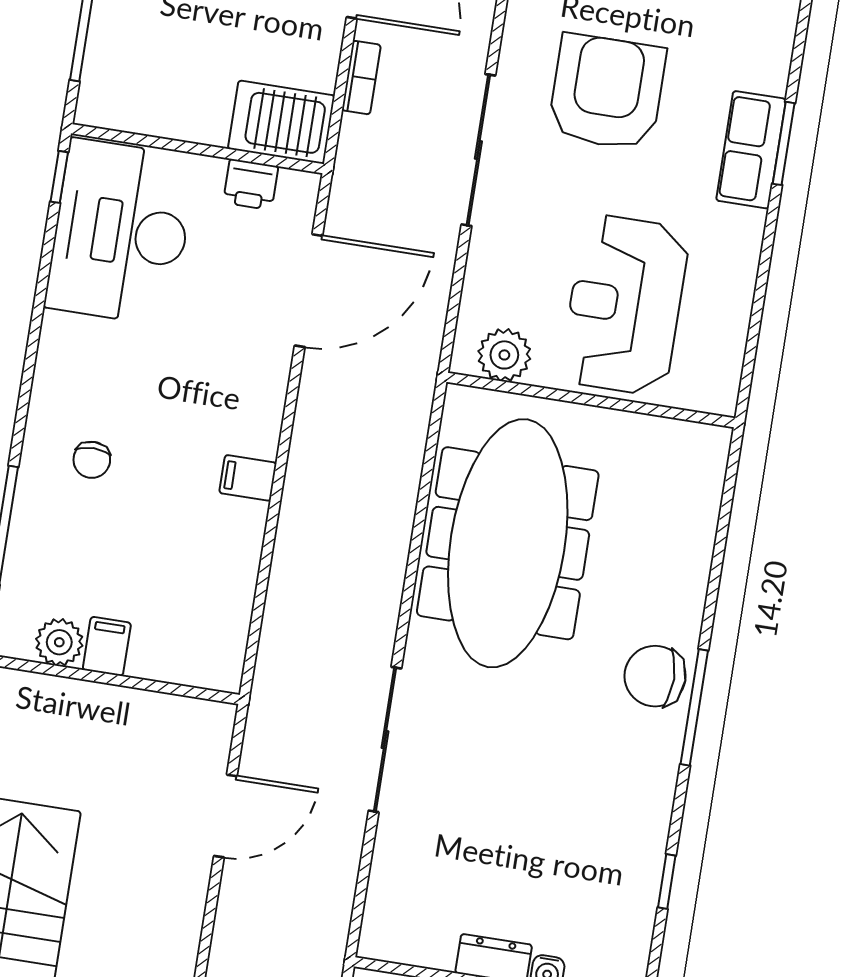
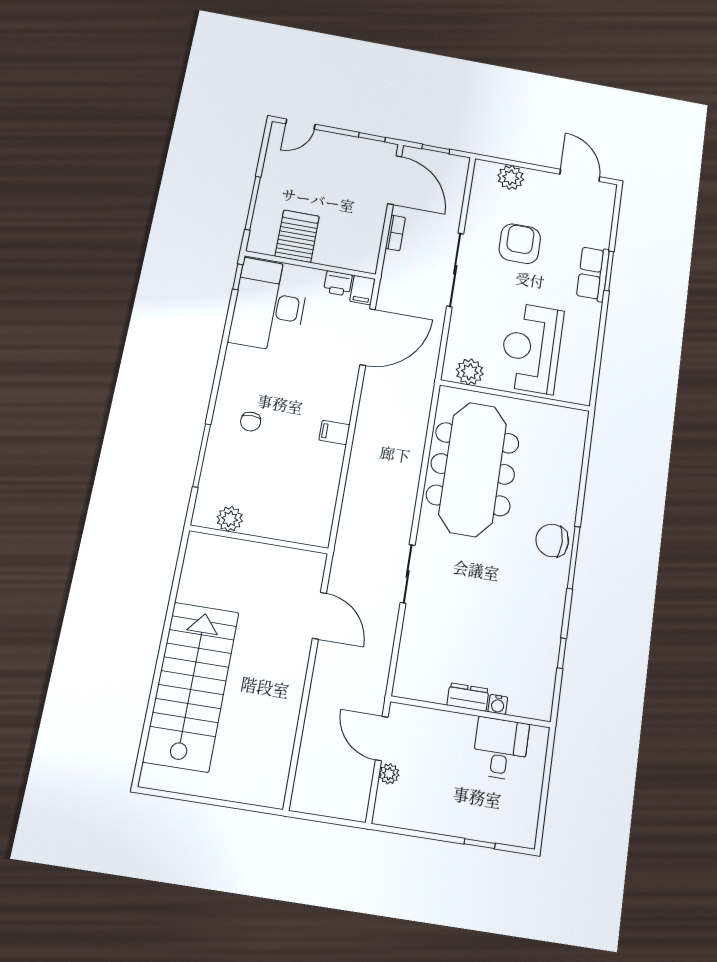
armchair: (607, 92) -> (520, 244), width x0.73, depth x0.73
server rack: (281, 122) -> (297, 236), moved, turned 90
filing cabinet: (107, 646) -> (362, 290), moved, turned 180
sliding door: (385, 740) -> (408, 574), width x0.73
door: (225, 816) -> (319, 616), hinge flipped

